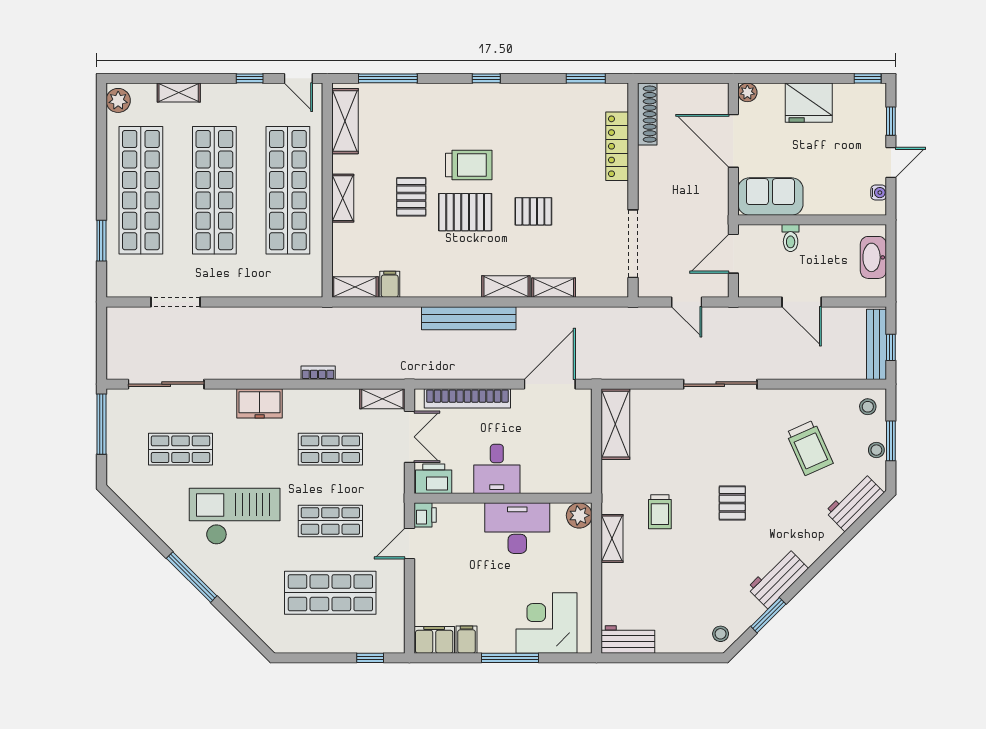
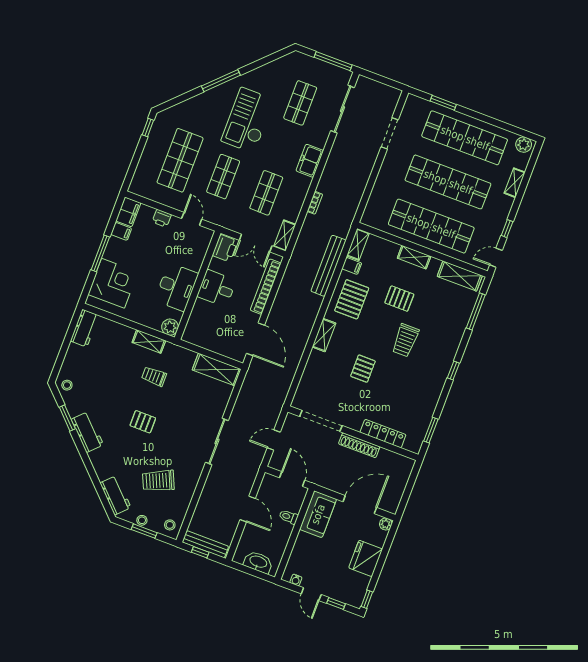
shoe rack: (647, 114) -> (359, 445), moved
pallet: (465, 212) -> (352, 299), moved
shelving: (554, 288) -> (313, 363), removed
door: (802, 302) -> (248, 509), swing flipped
bench: (469, 318) -> (328, 266), moved
printer: (425, 515) -> (162, 218), moved
checkout: (235, 516) -> (248, 120), turned 180
window: (370, 658) -> (148, 127), moved

